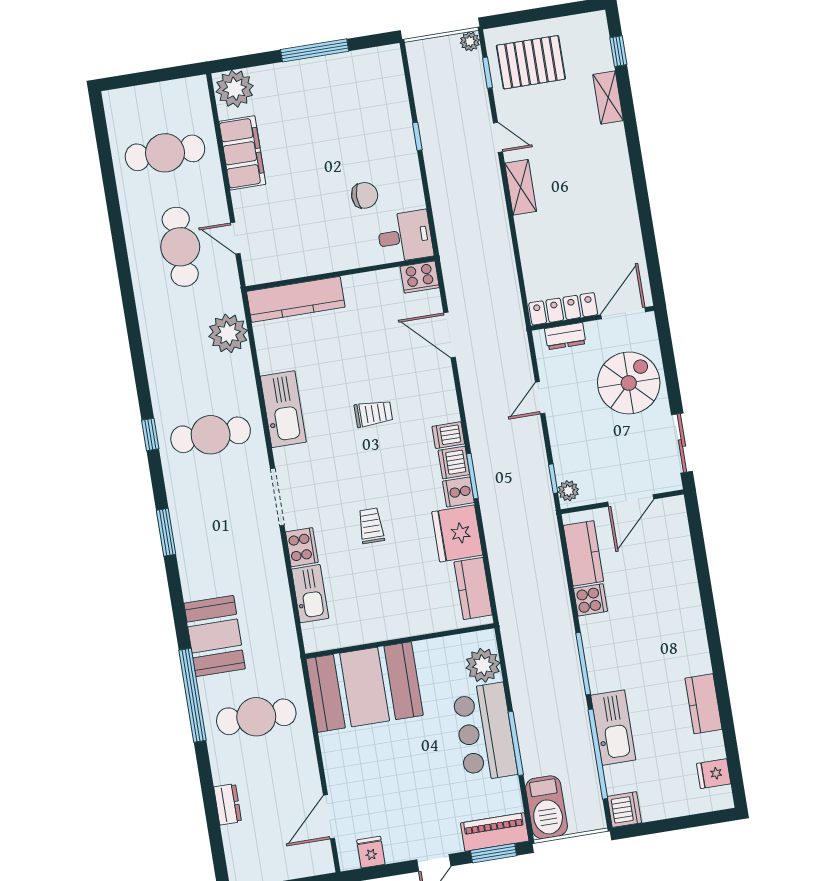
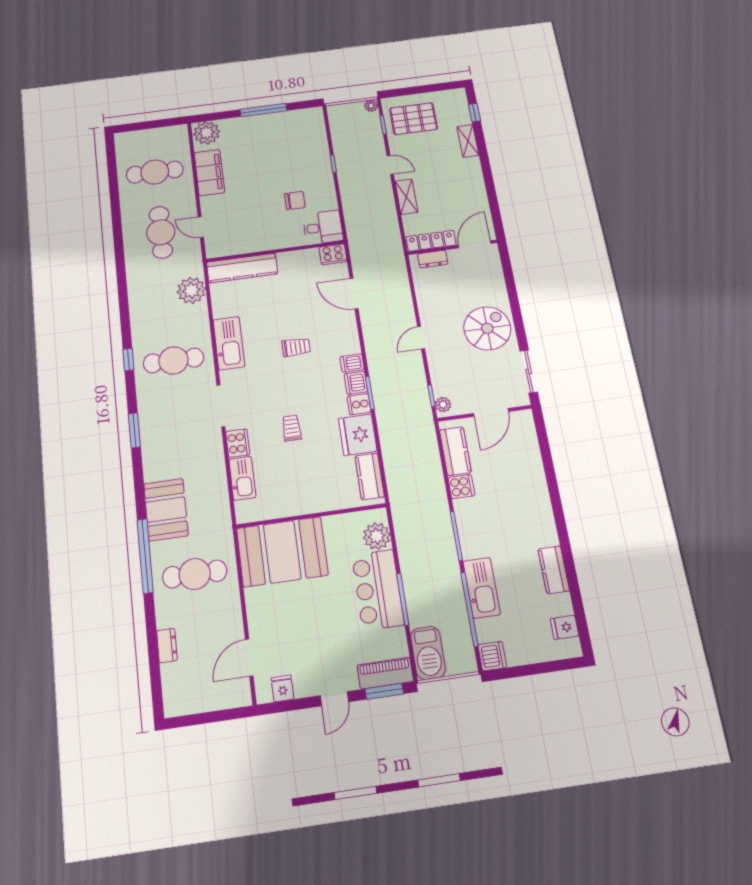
locker: (563, 309) -> (431, 241), moved
door: (623, 313) -> (475, 244), moved
wall: (593, 318) -> (452, 247), moved
dresser: (565, 336) -> (433, 259), moved

